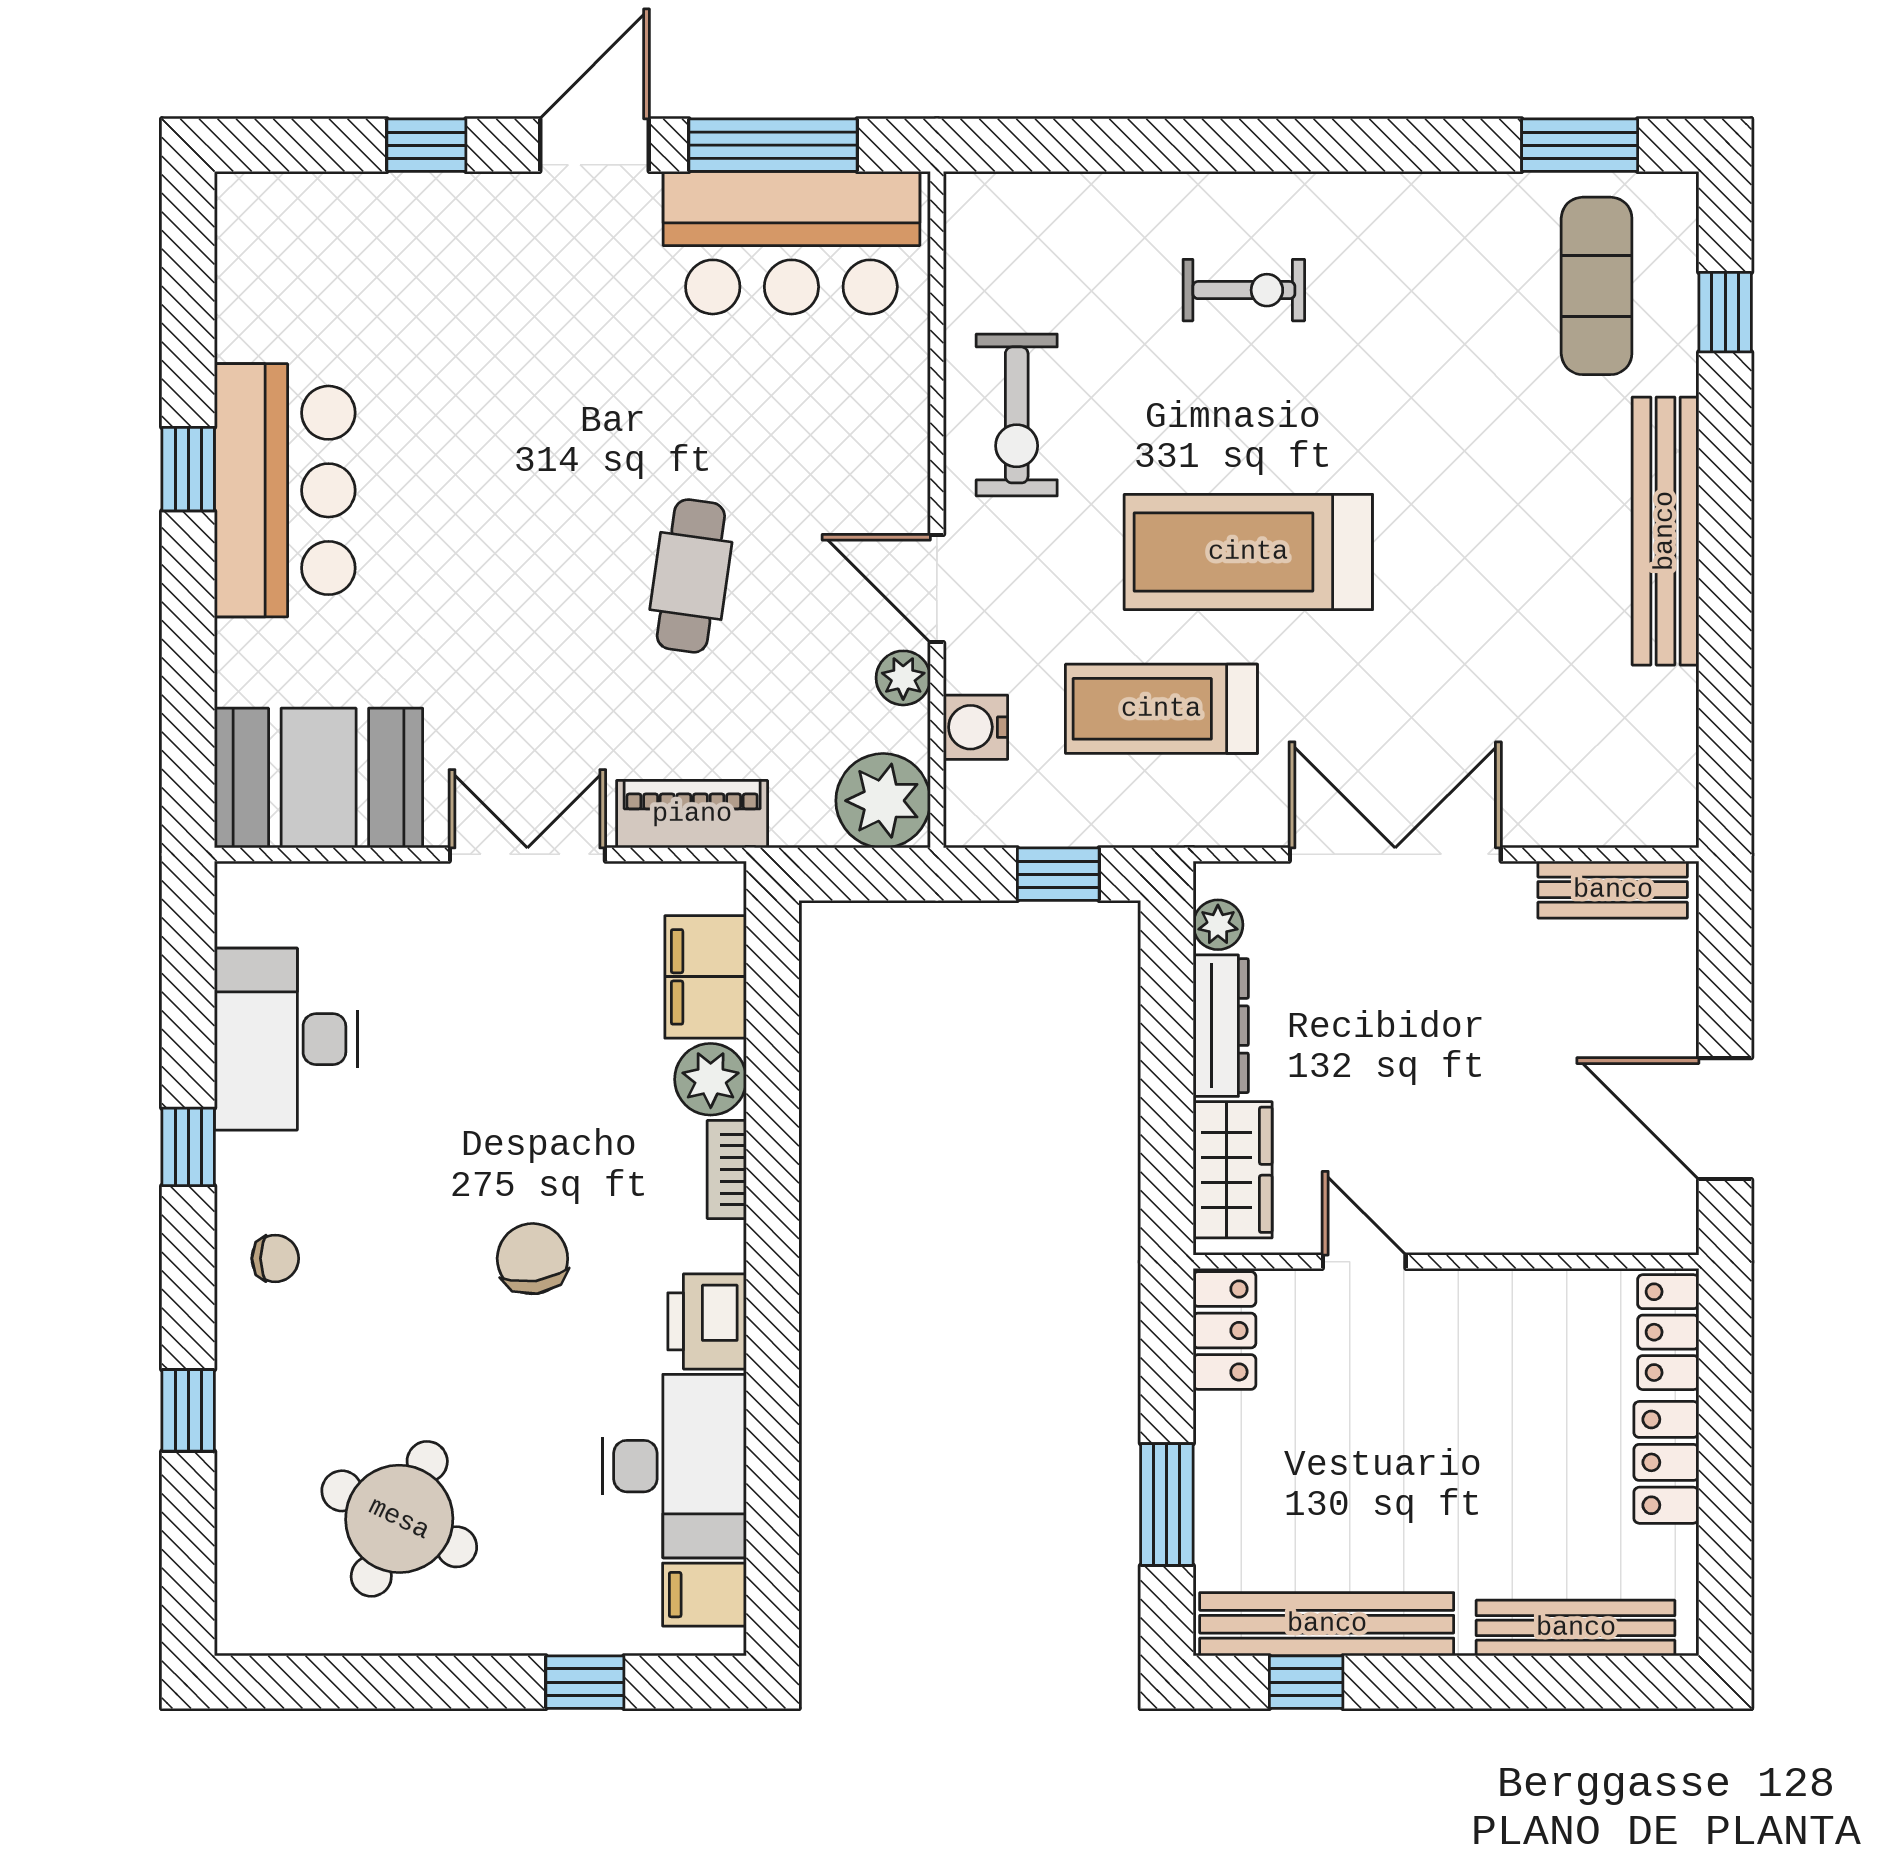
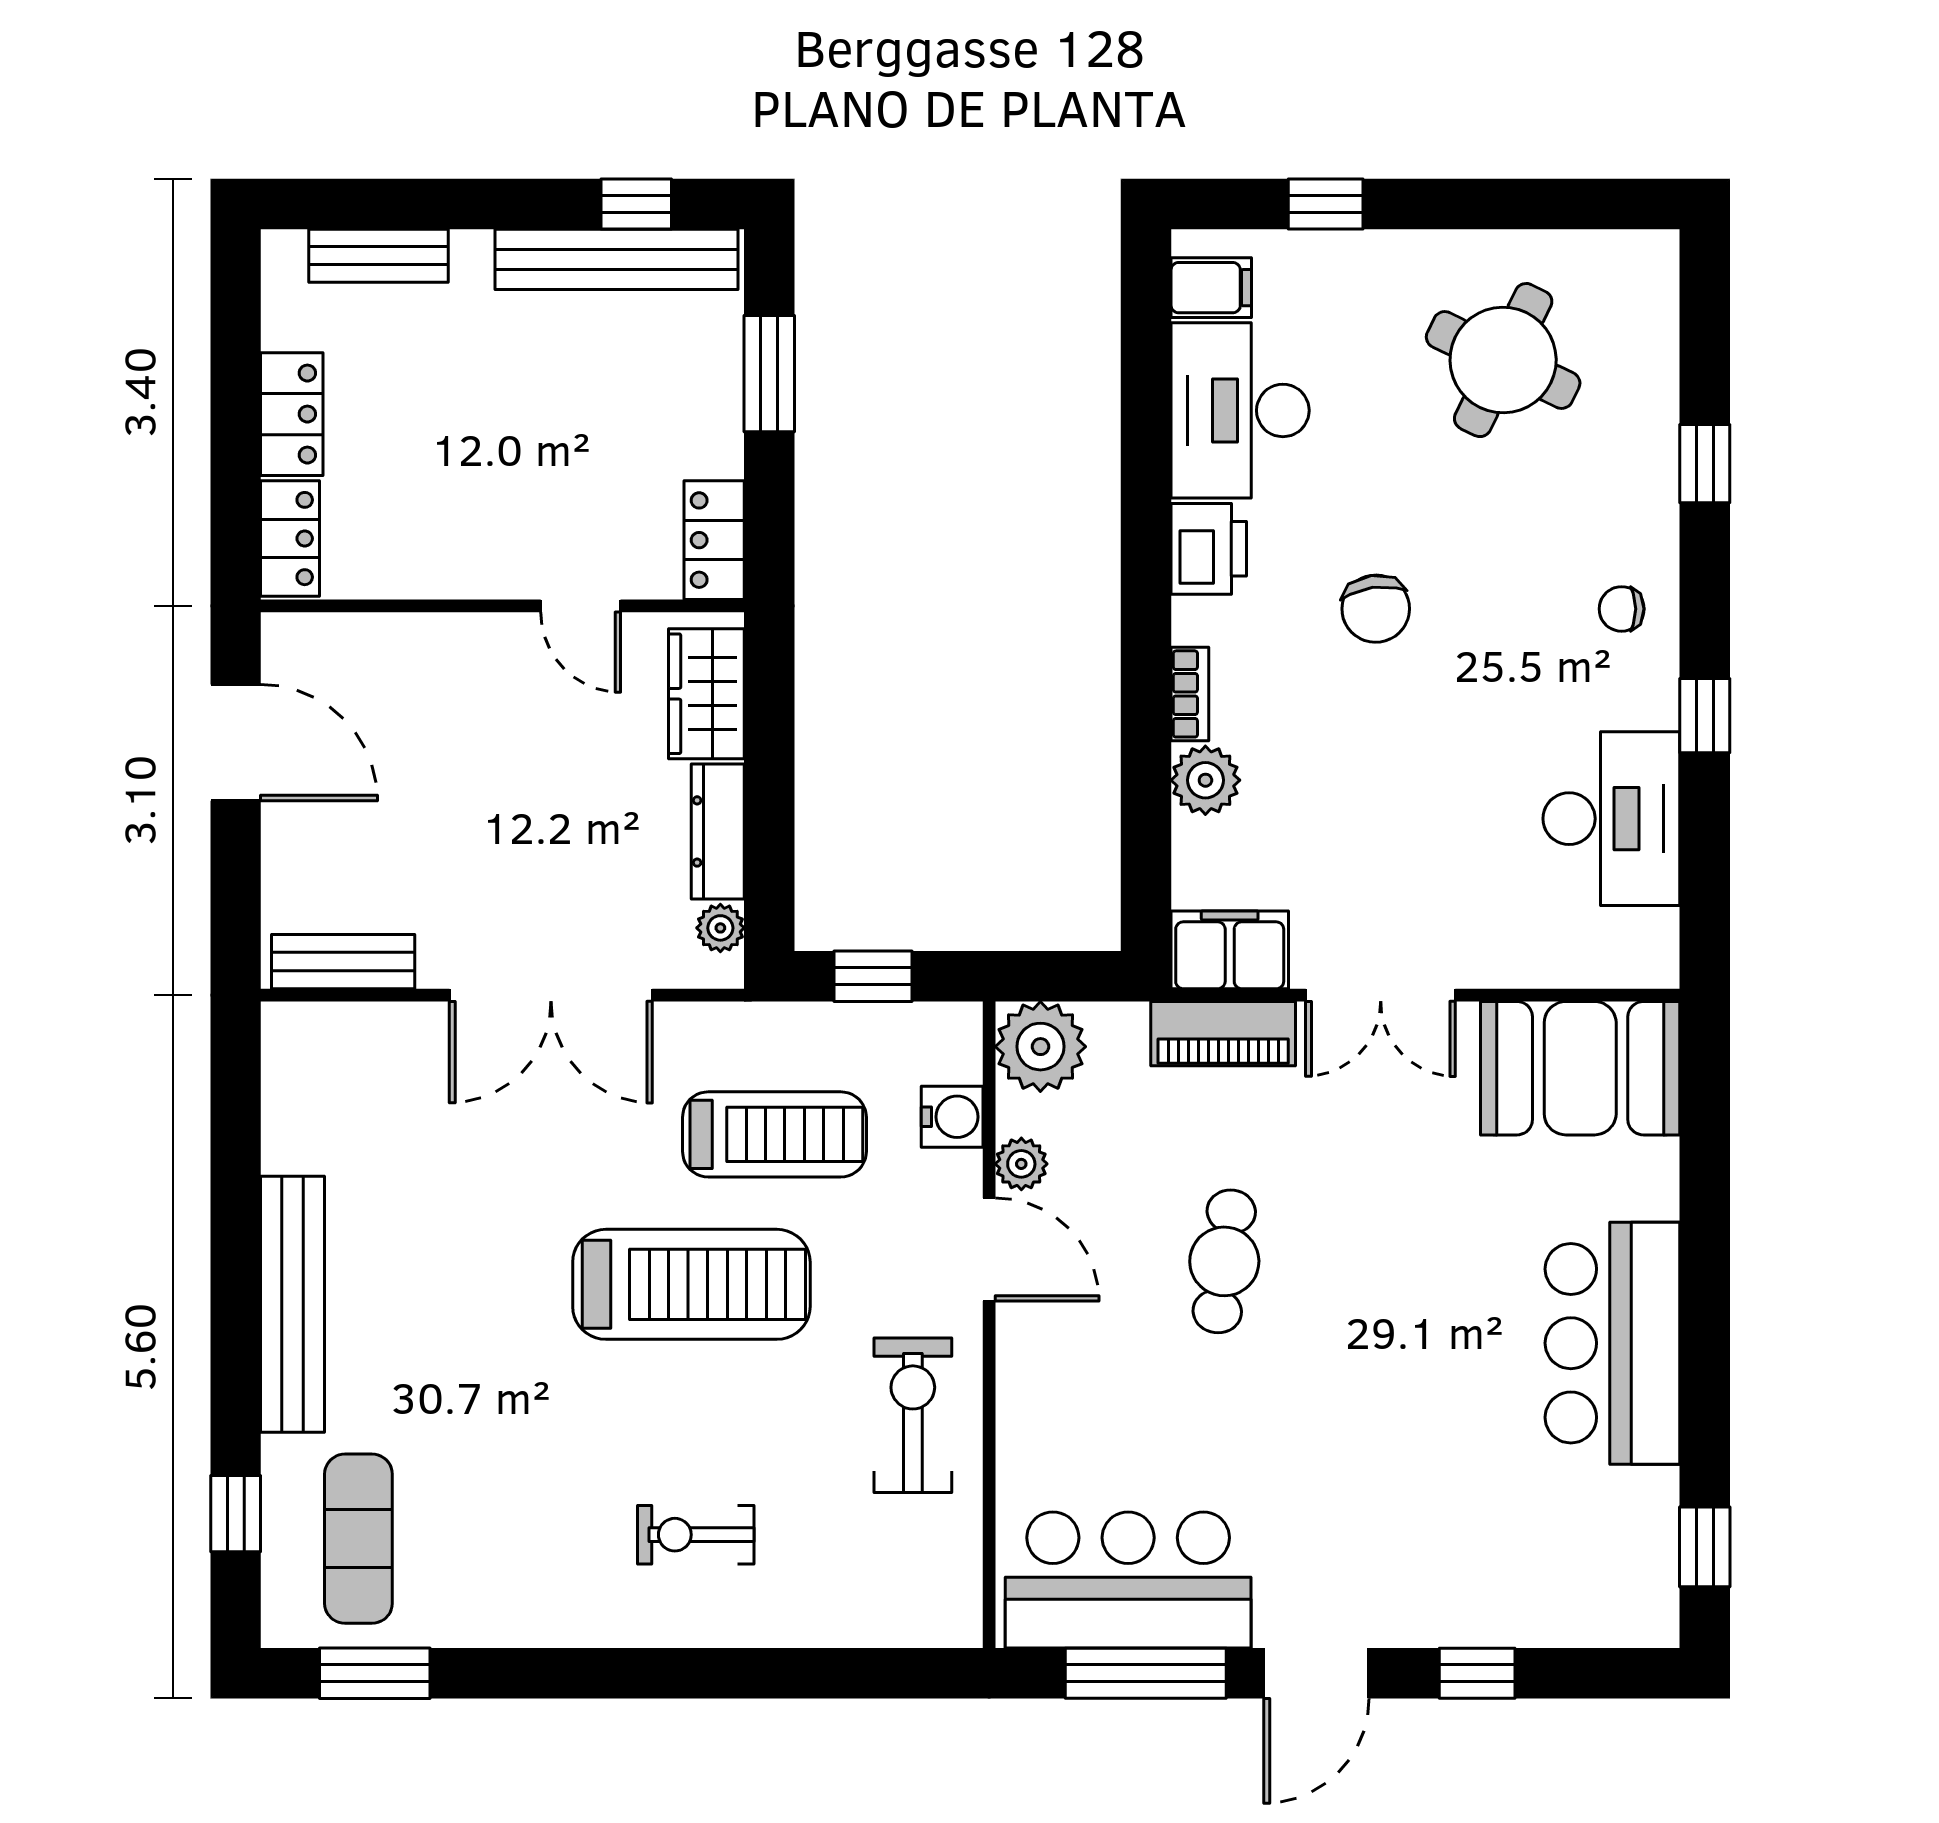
window: (188, 469) -> (1705, 1547), moved
filing cabinet: (706, 977) -> (1230, 950), moved, turned -90
bench: (1576, 1628) -> (379, 256), width x0.73

